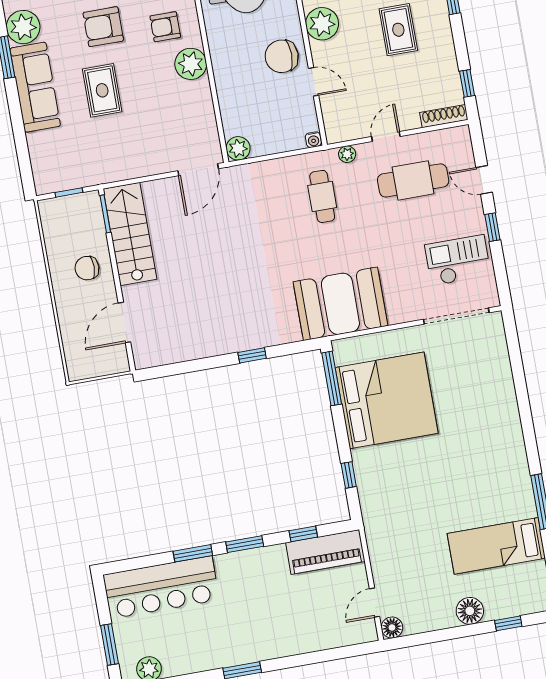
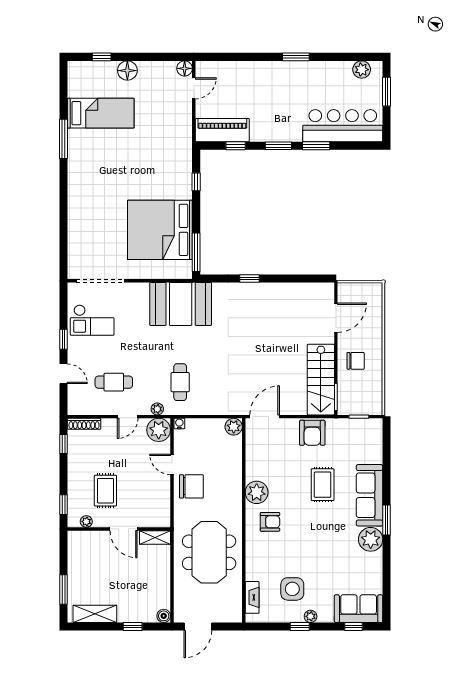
plant: (322, 24) -> (159, 430), moved
armchair: (103, 27) -> (312, 433), moved, turned 90
cafe table: (413, 180) -> (114, 382), width x0.73, depth x0.74

